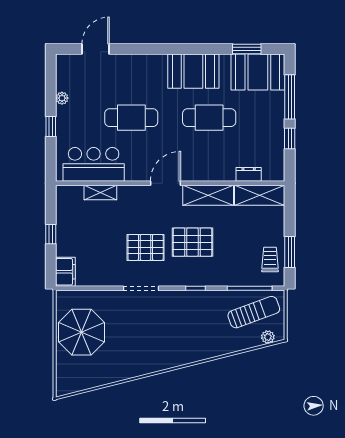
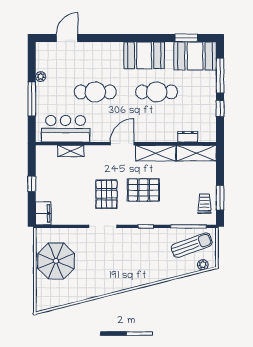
window: (51, 127) -> (32, 99), width x2.17
pallet: (146, 247) -> (106, 194), turned 90

